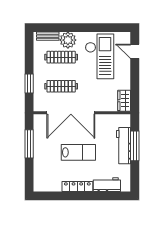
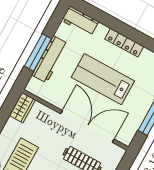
lab bench: (78, 152) -> (103, 79), width x1.36, depth x1.39
workbench: (107, 185) -> (80, 21), moved

